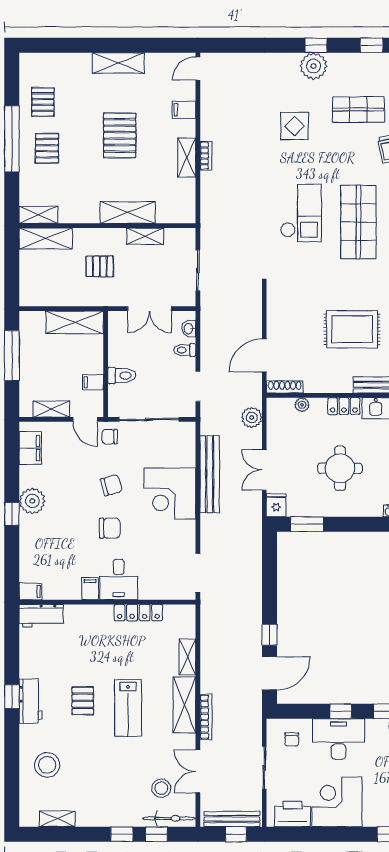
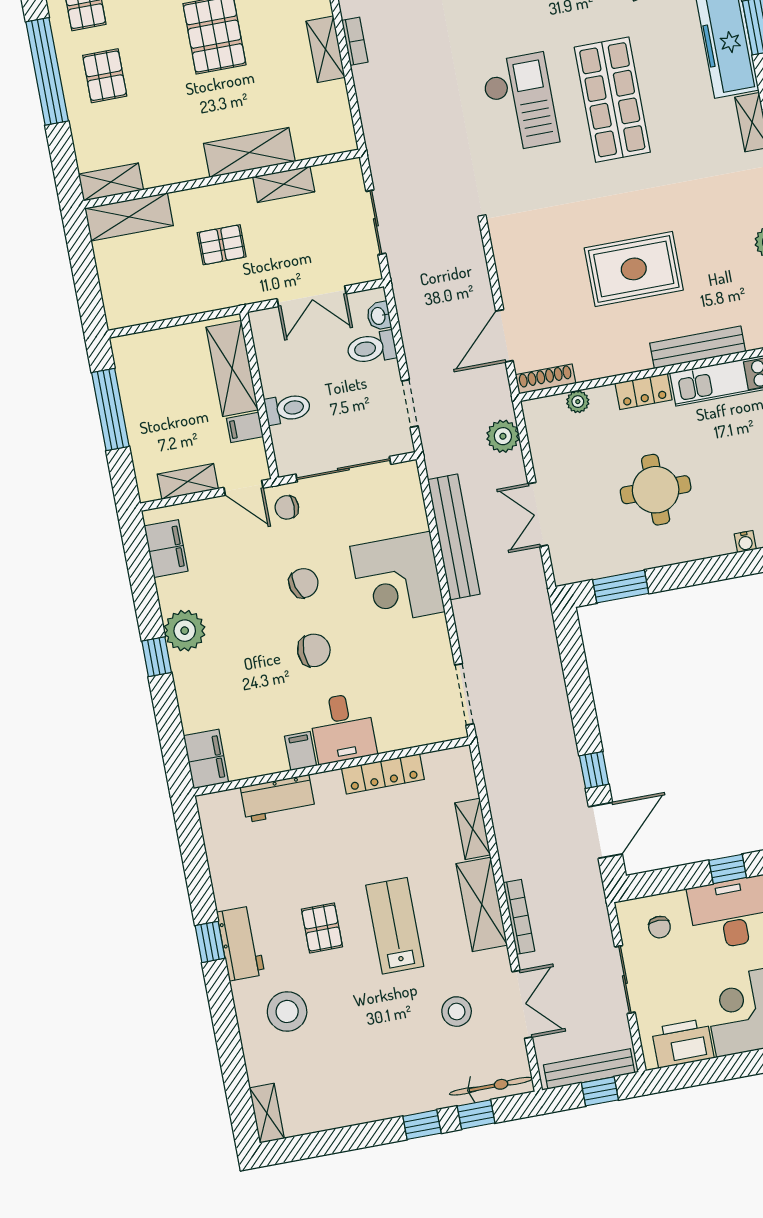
shelving: (75, 322) -> (232, 369), moved, turned 90
toilet: (185, 350) -> (372, 348), width x1.37, depth x1.39
fridge: (276, 505) -> (567, 566), removed
filing cabinet: (31, 591) -> (206, 759), width x2.00
workbench: (41, 616) -> (278, 799), moved
lab bench: (128, 708) -> (395, 926), turned 180
stool: (47, 765) -> (287, 1011), moved
double door: (198, 771) -> (522, 1004), swing flipped
stool: (161, 788) -> (457, 1012), moved
shelving: (57, 819) -> (267, 1113), moved, turned 90

